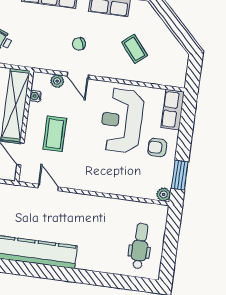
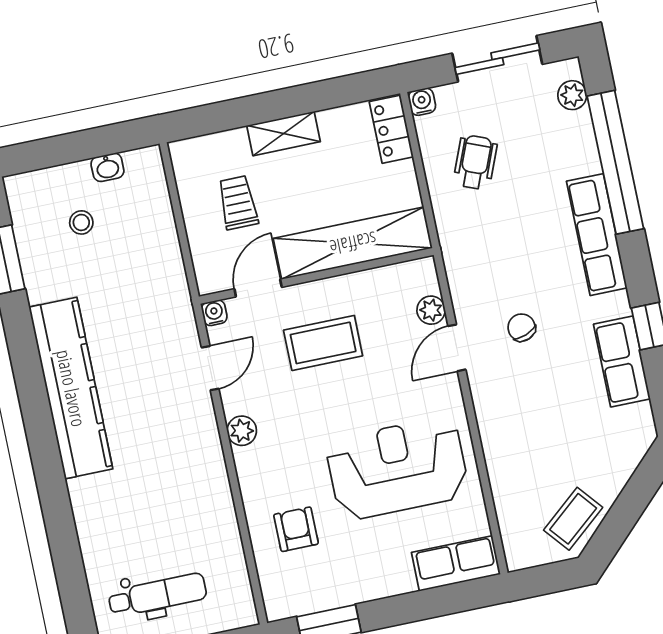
coffee table: (135, 49) -> (573, 519), moved
water cooler: (35, 96) -> (214, 313), moved
armchair: (157, 148) -> (296, 529), moved
plant: (164, 194) -> (242, 431), moved

